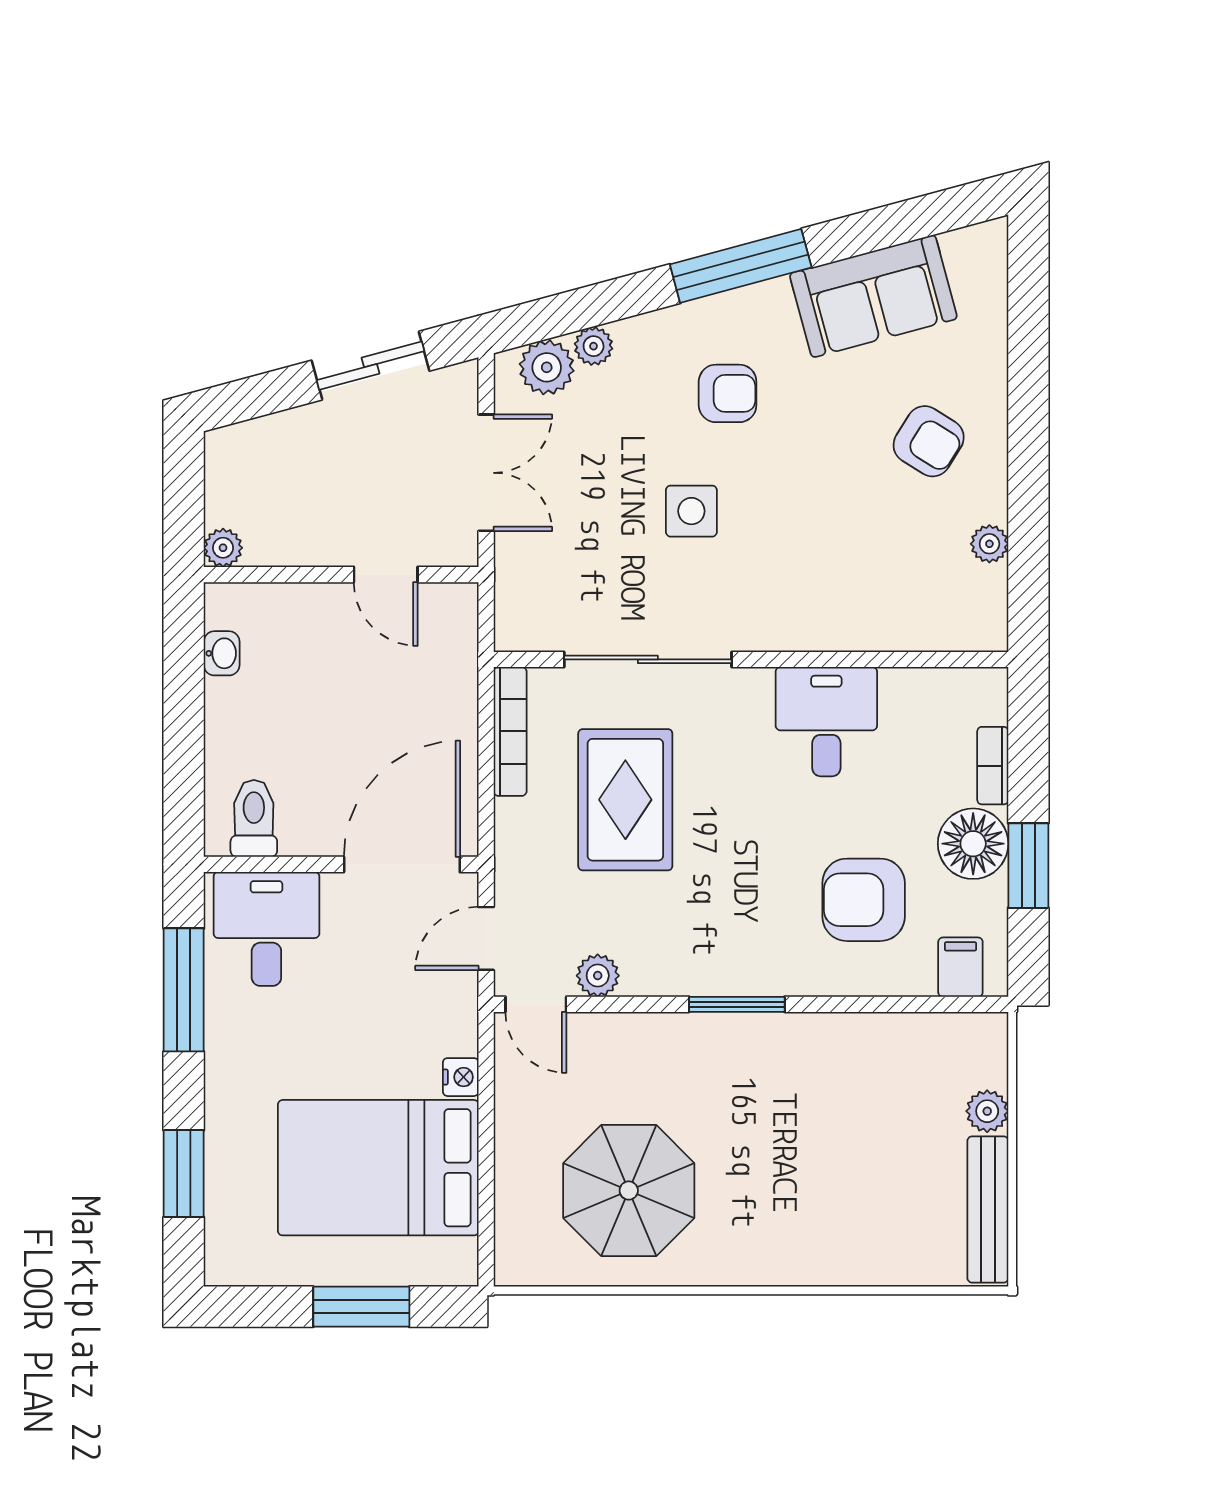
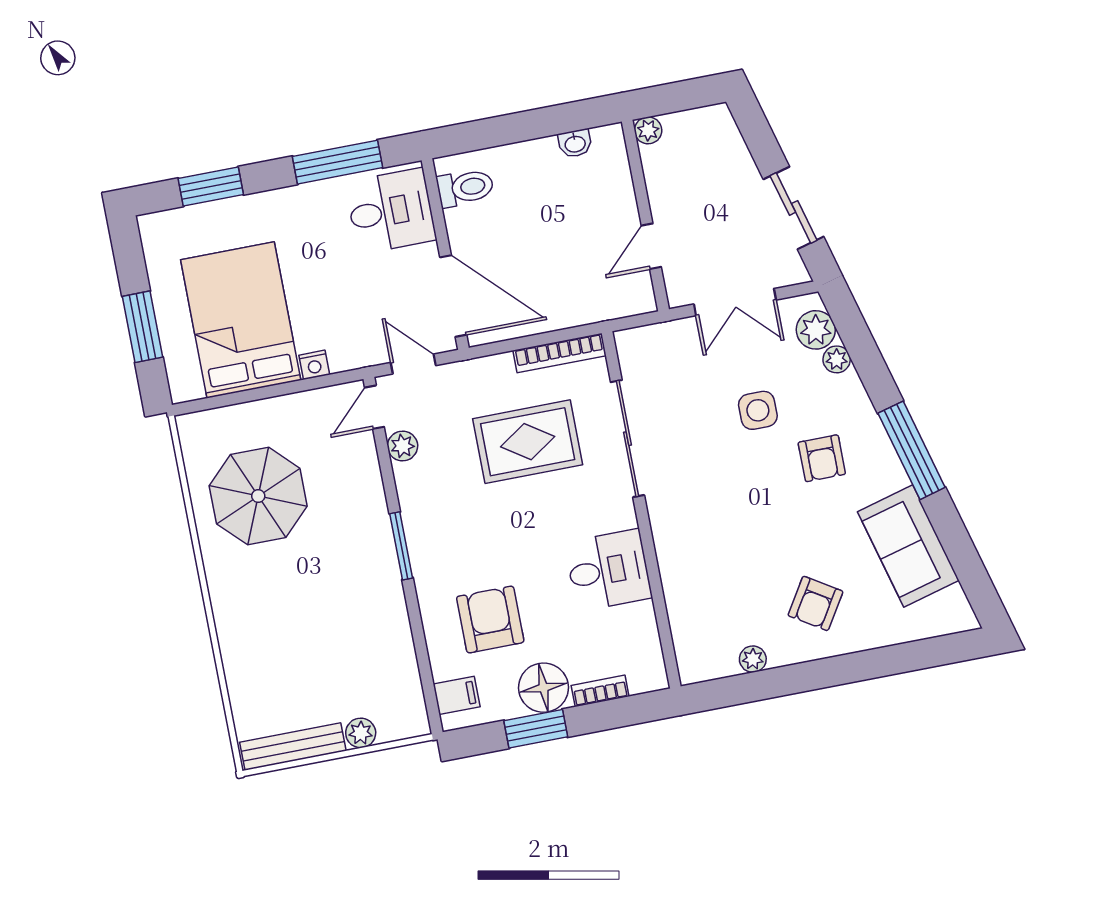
side table: (691, 511) -> (758, 410), moved

